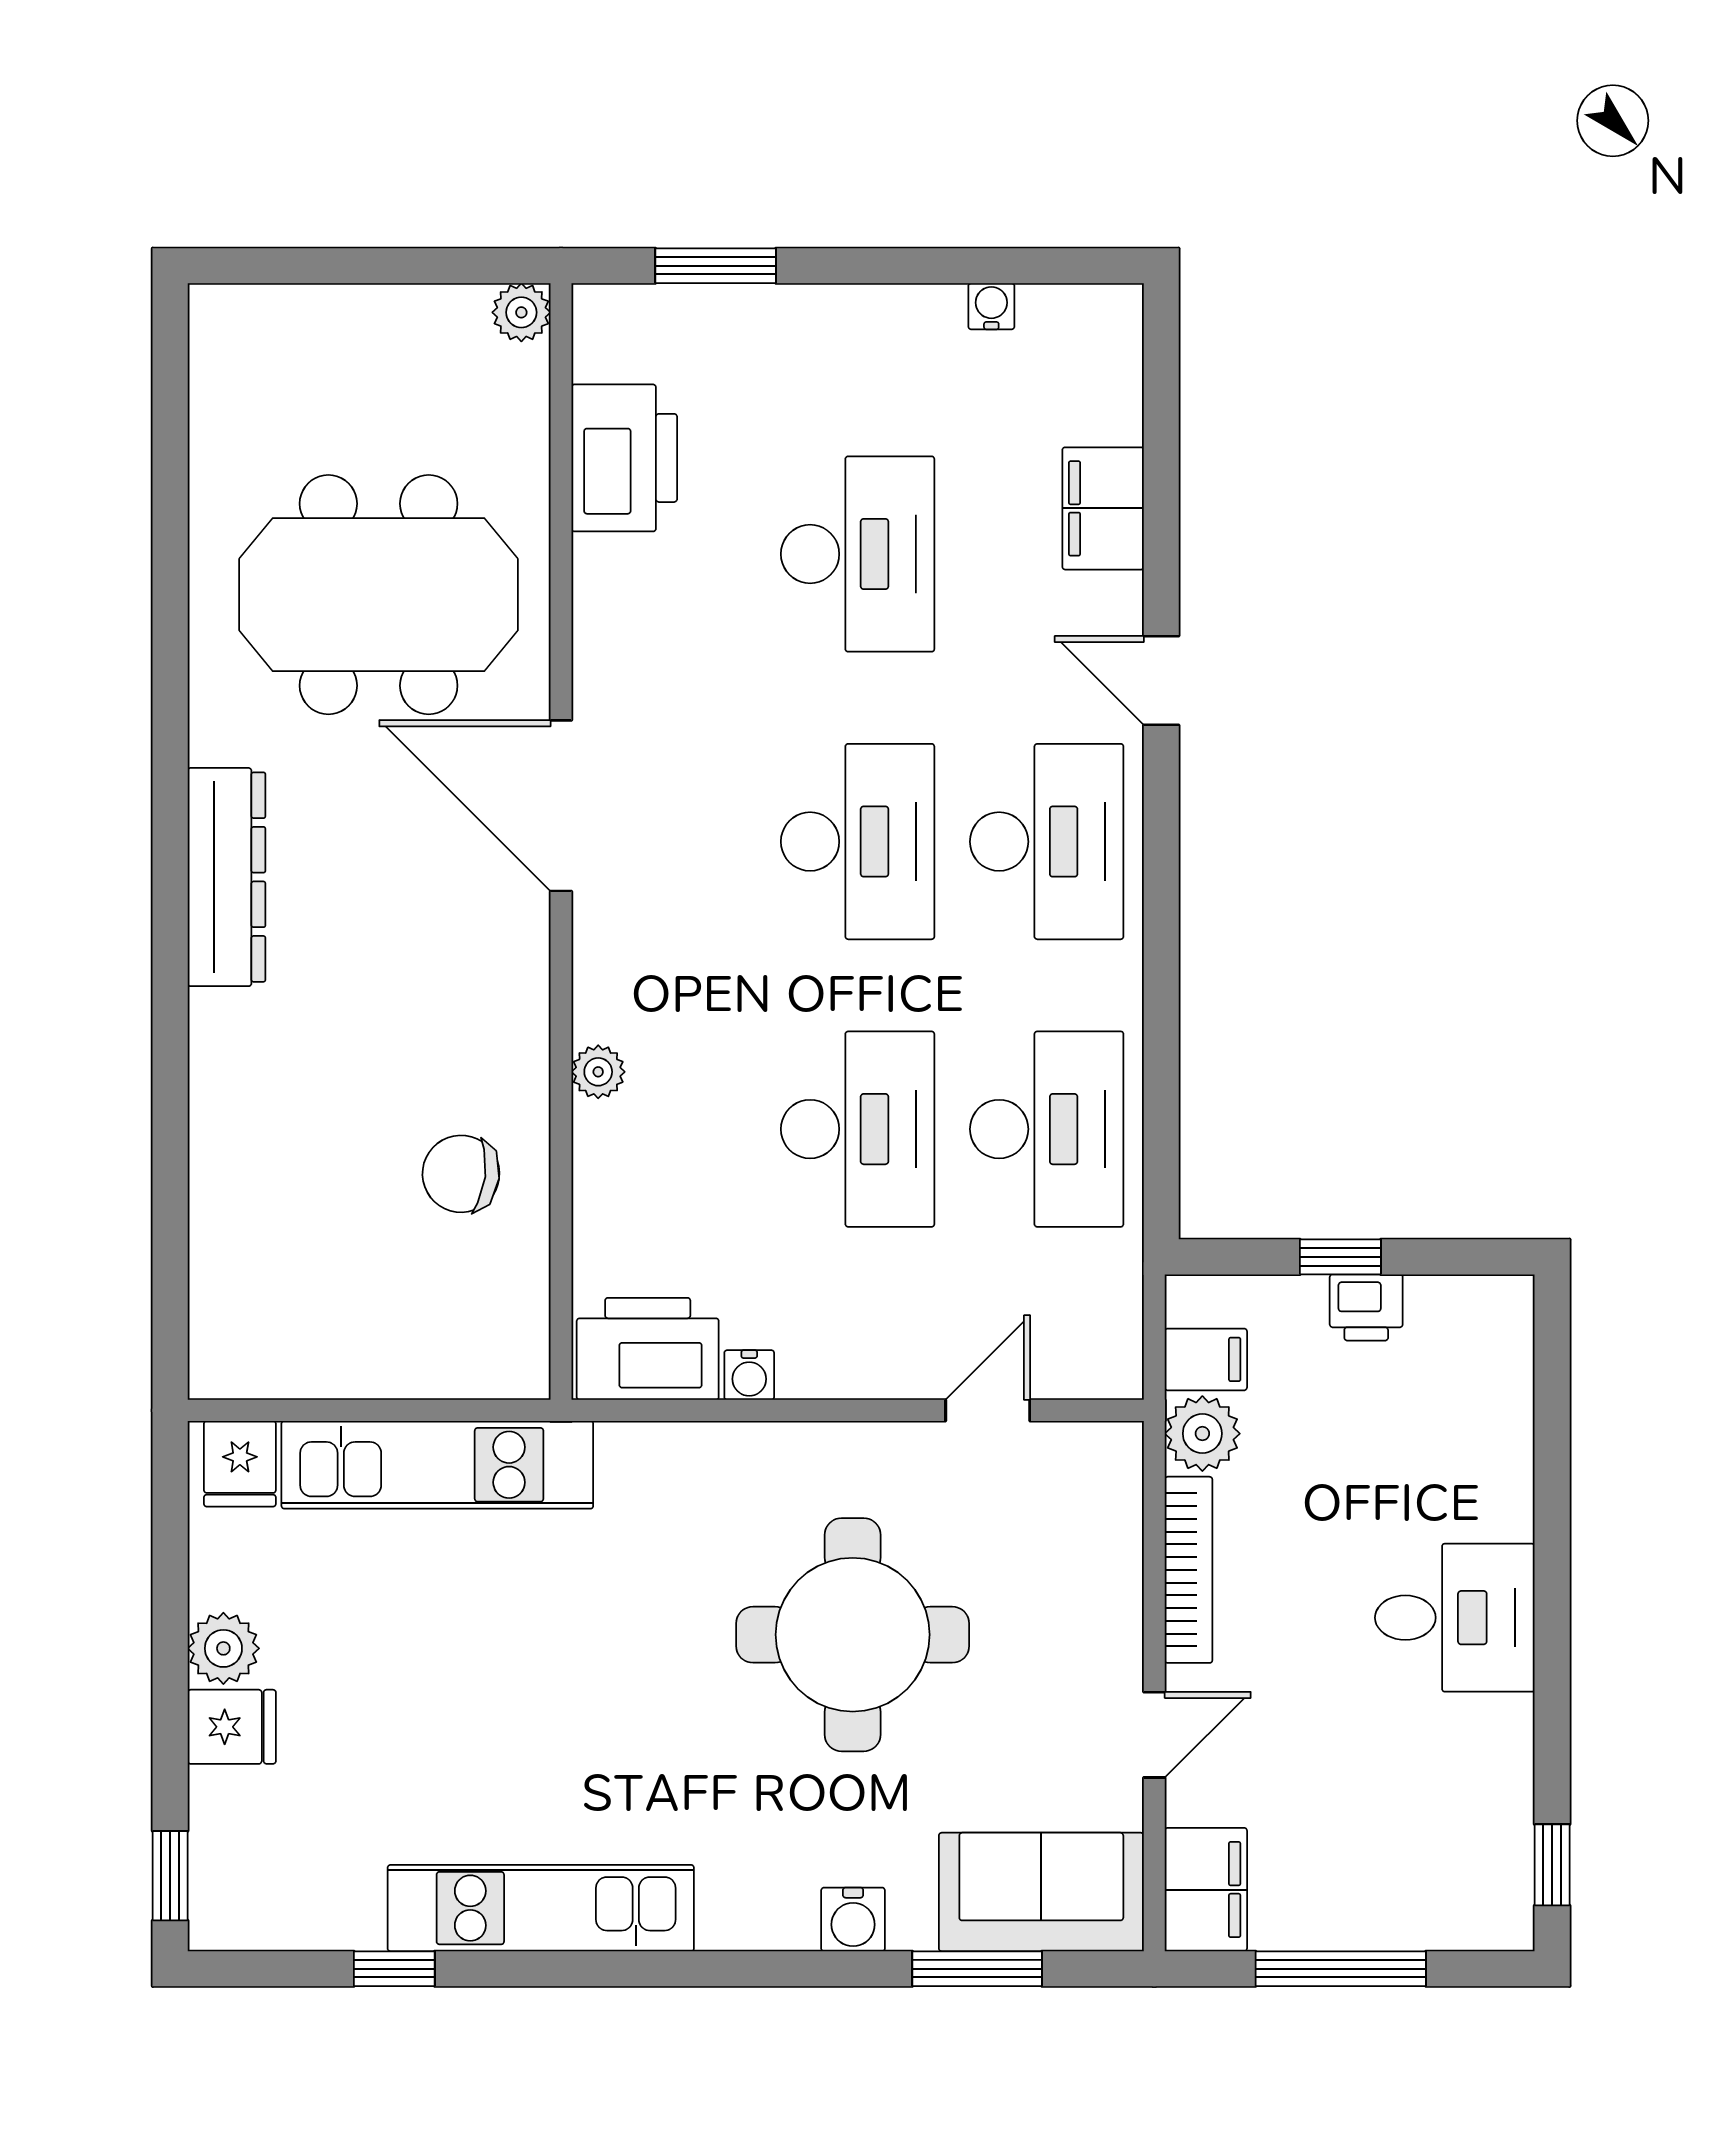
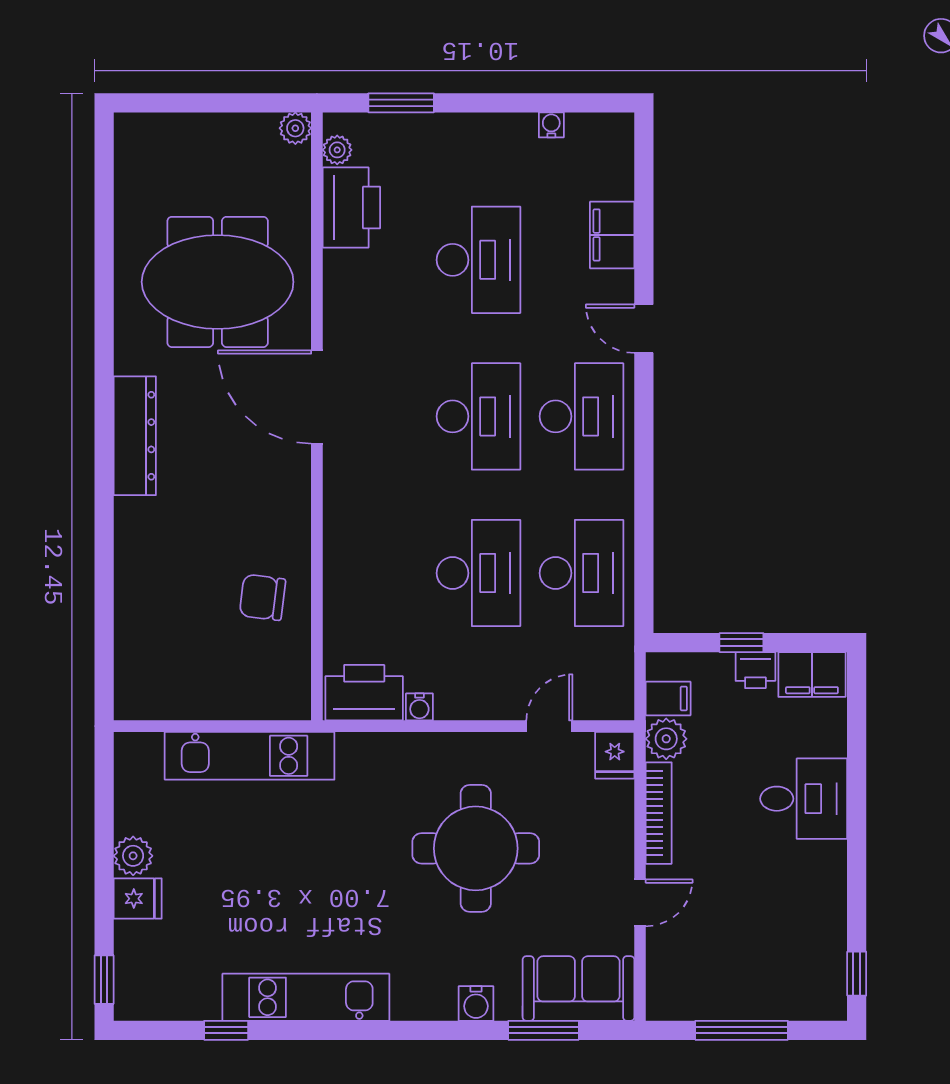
plant: (598, 1072) -> (337, 150), moved
fridge: (240, 1464) -> (615, 755), moved
desk: (1455, 1618) -> (804, 799), moved
filing cabinet: (1206, 1890) -> (812, 674), moved, turned 90

